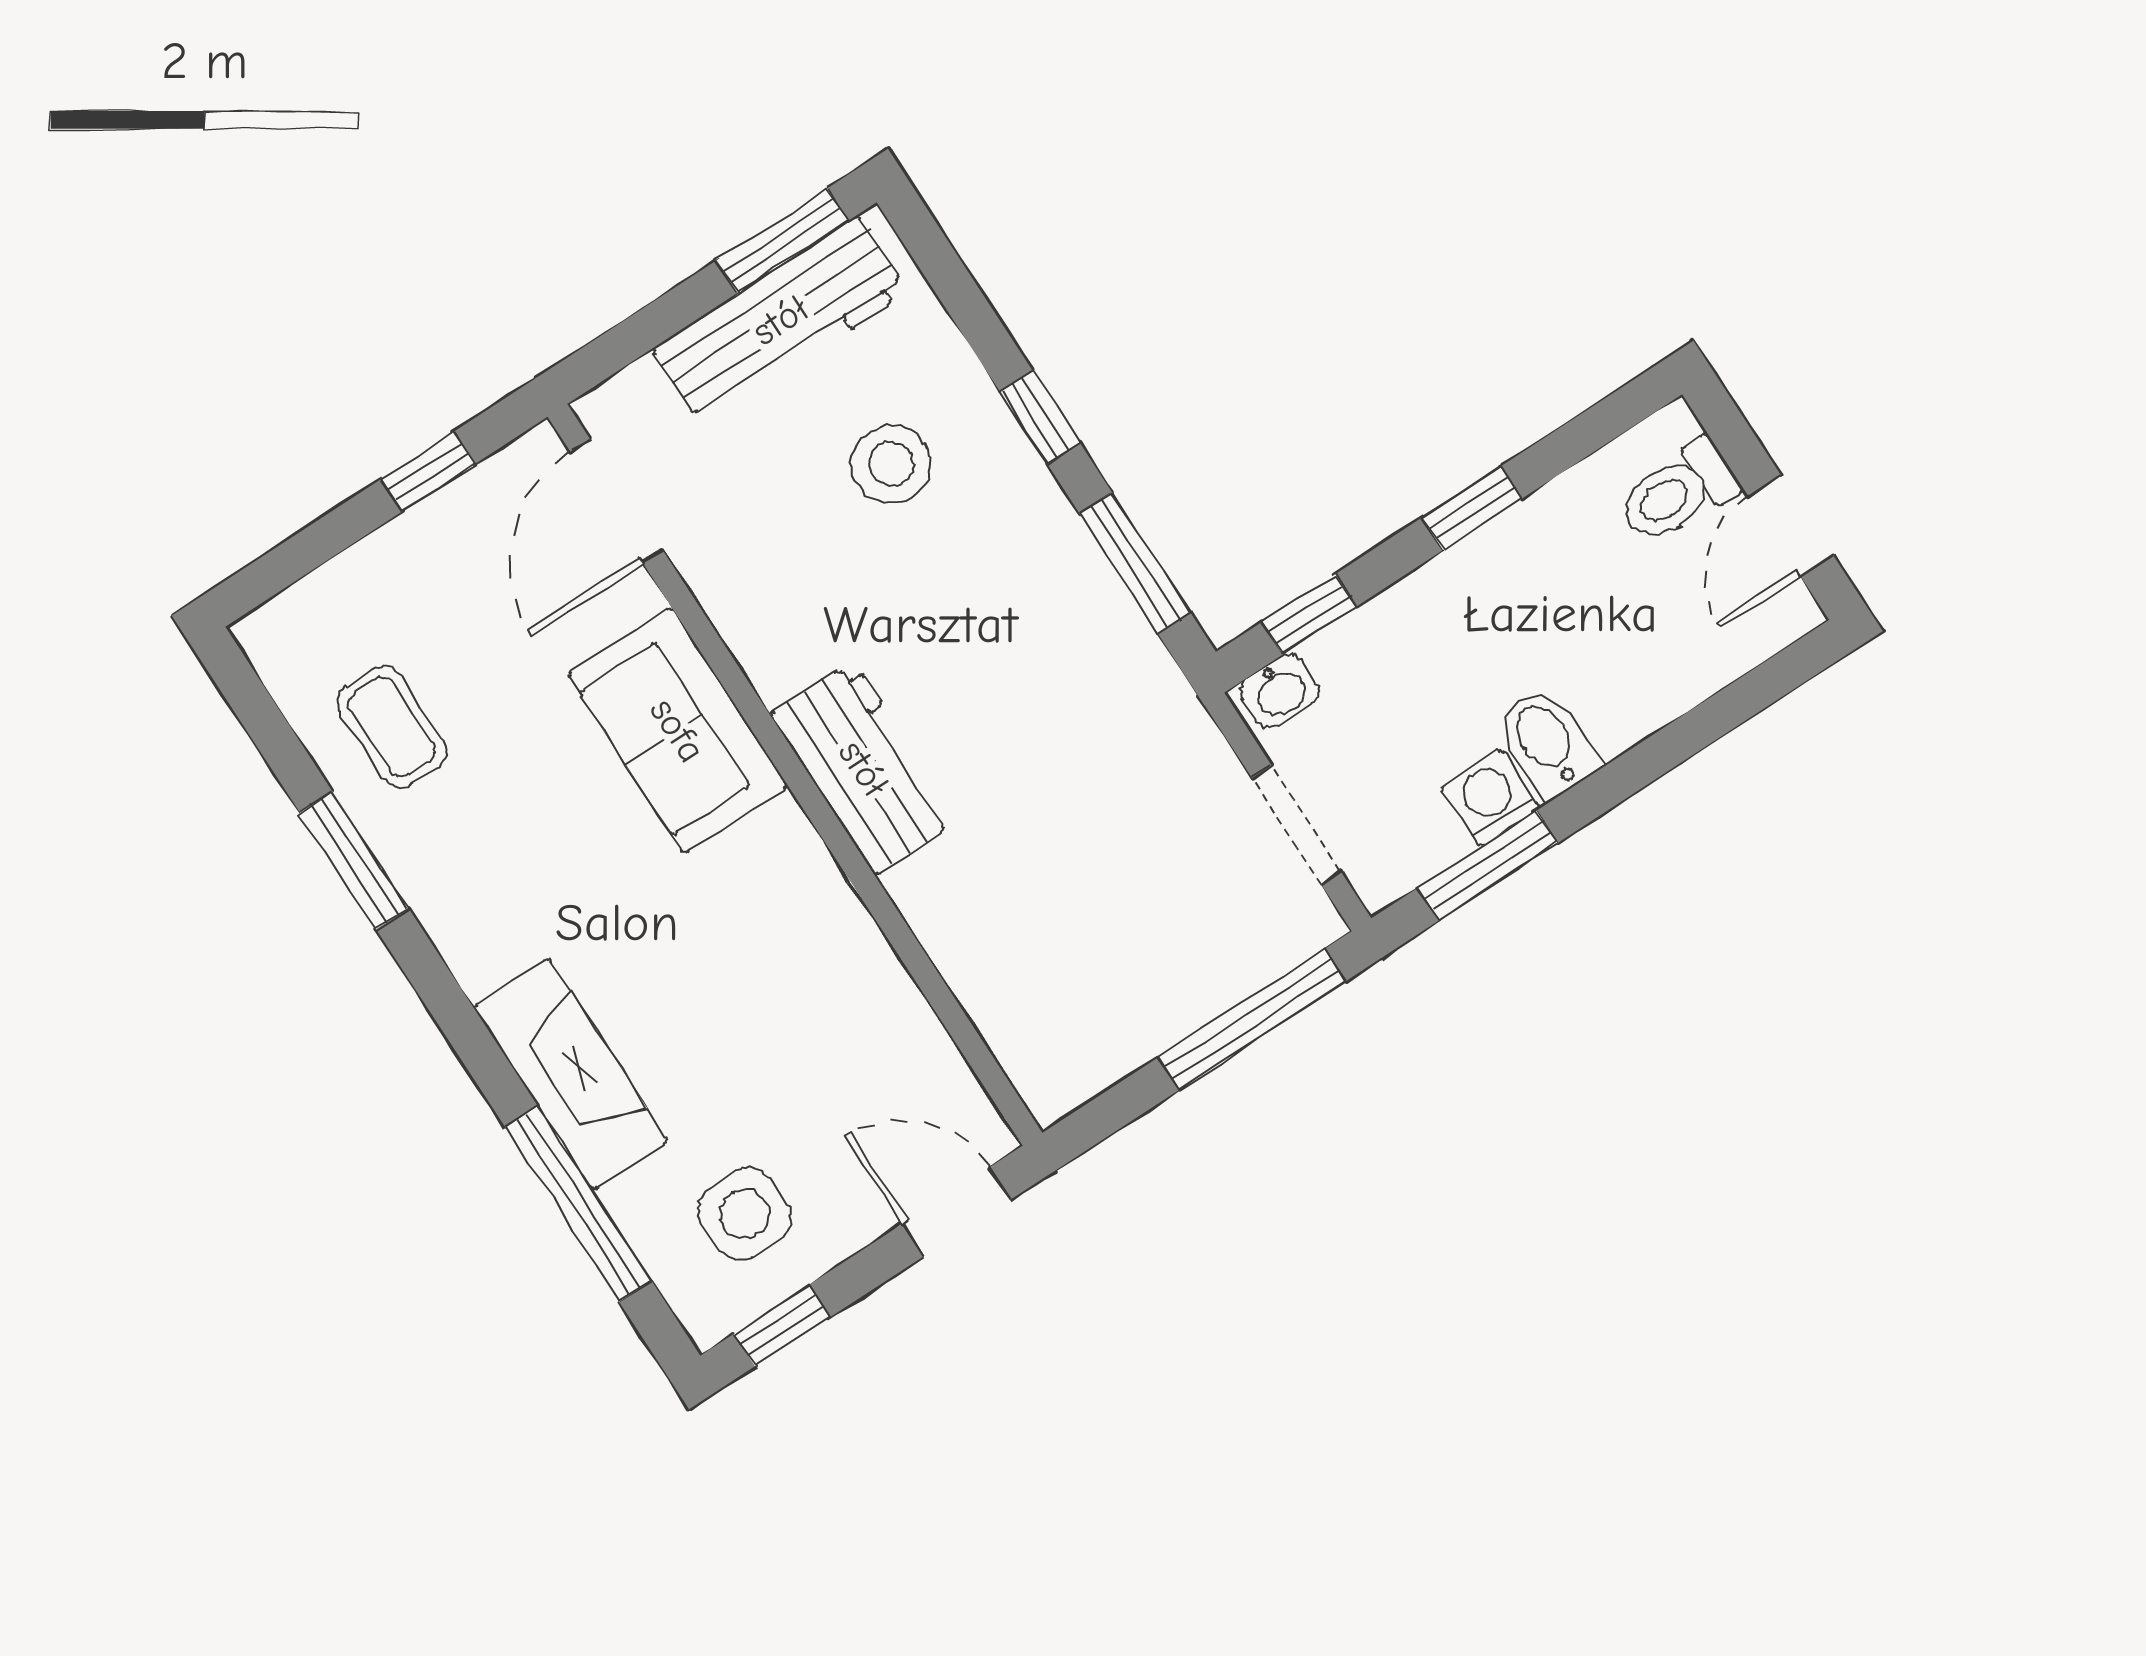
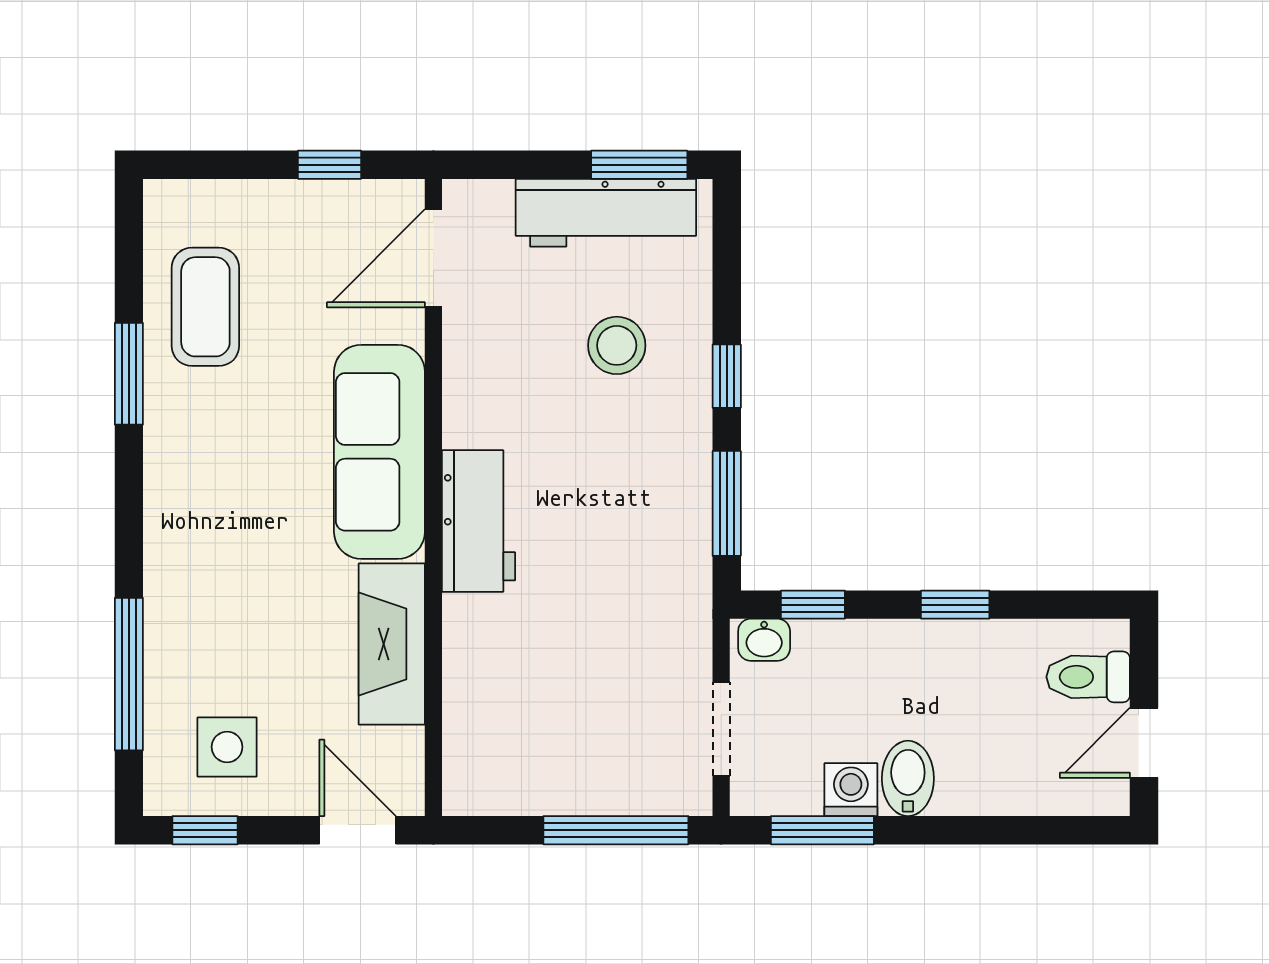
coffee table: (392, 727) -> (205, 307), width x1.36, depth x1.30
sofa: (678, 730) -> (379, 452), width x1.36
fireplace: (571, 1074) -> (392, 644), moved, turned 180

